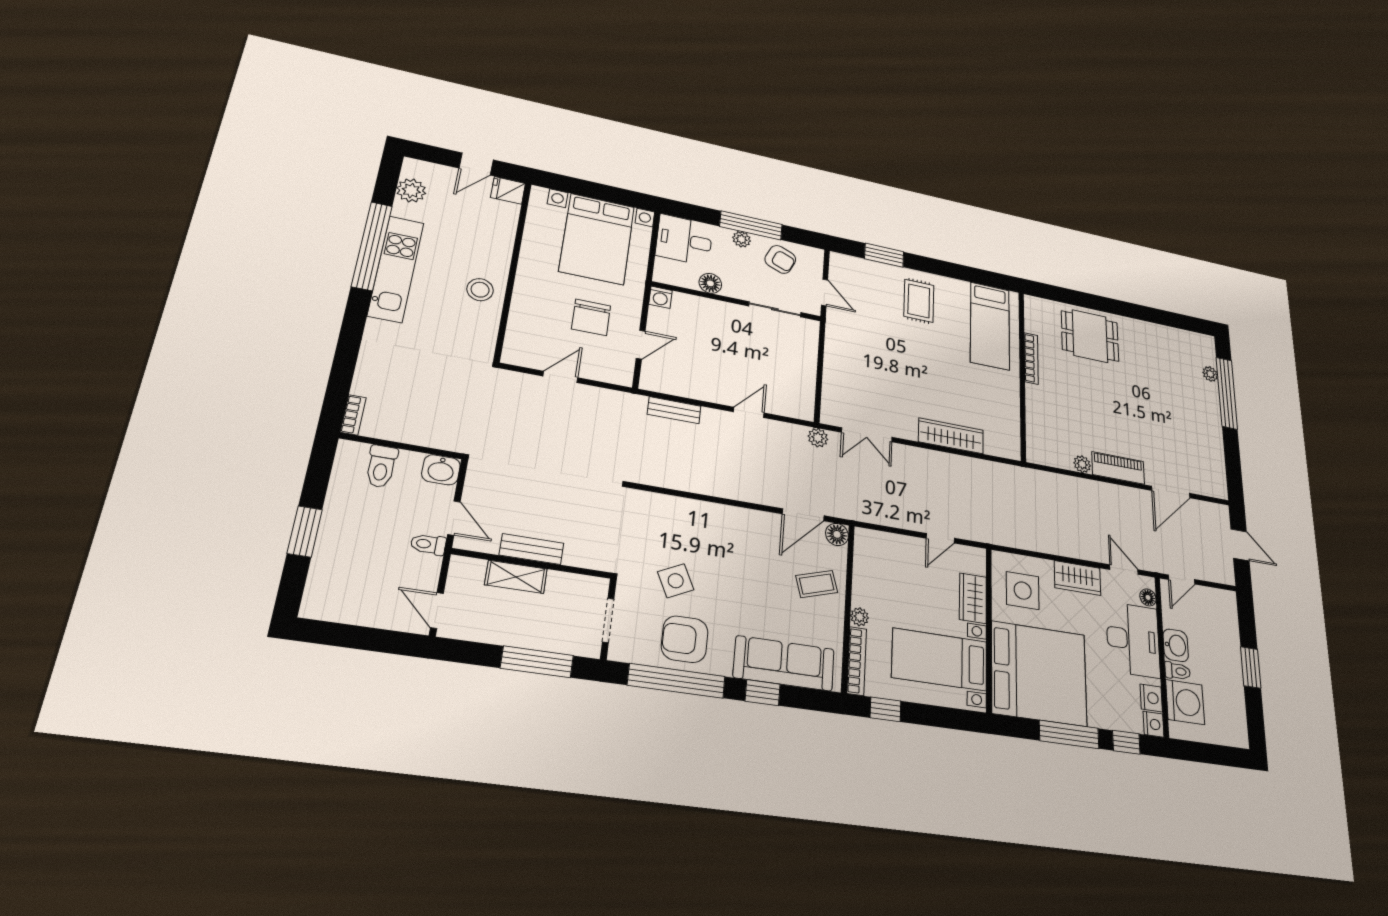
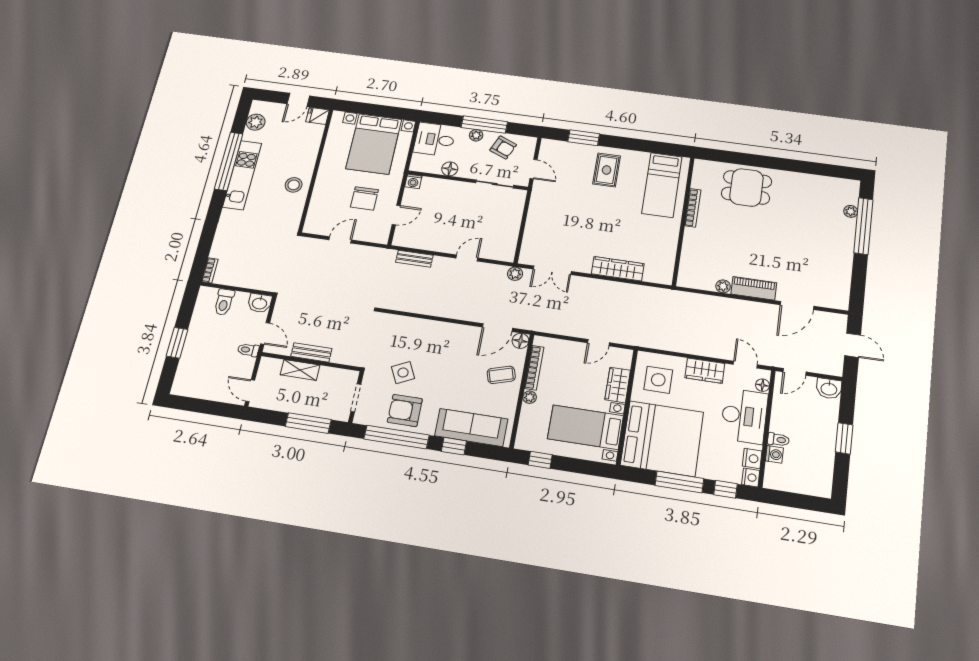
washbasin: (1176, 645) -> (829, 389), moved, turned 90
bookcase: (857, 661) -> (534, 368), moved
washing machine: (1185, 702) -> (774, 454), width x0.53, depth x0.53

